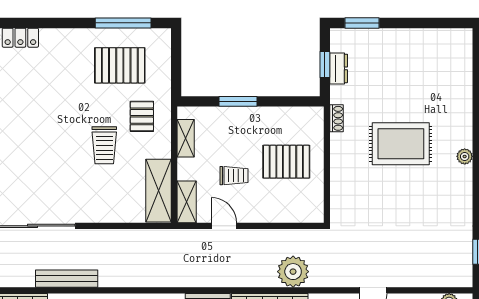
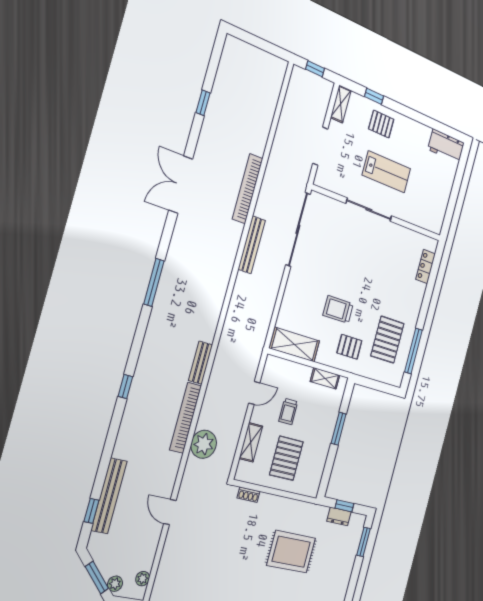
shoe rack: (336, 118) -> (248, 495), moved
rug: (401, 144) -> (291, 552), moved, turned 90
shelving: (187, 202) -> (251, 442), moved, turned 90

